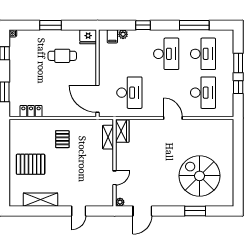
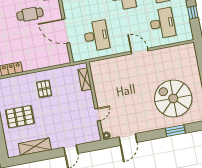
door: (98, 99) -> (66, 31), moved
wardrobe: (122, 131) -> (96, 71), removed

